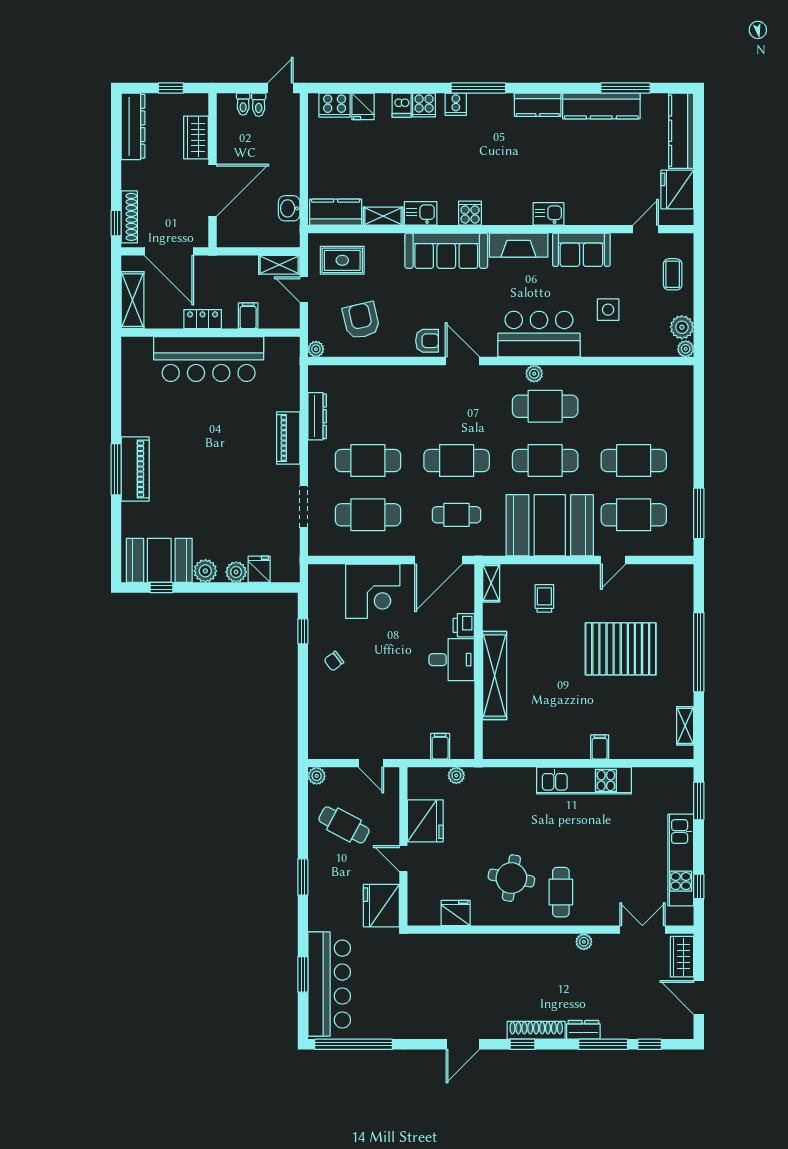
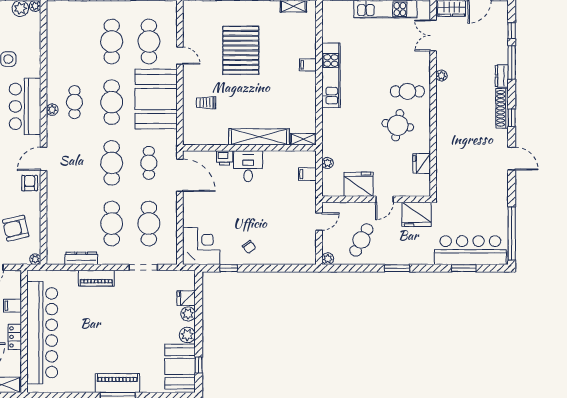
bar counter: (209, 359) -> (42, 333), width x1.36
cafe table: (545, 406) -> (74, 102), width x0.73, depth x0.74
shelving: (491, 583) -> (303, 139), moved
corner desk: (373, 591) -> (201, 246), moved

